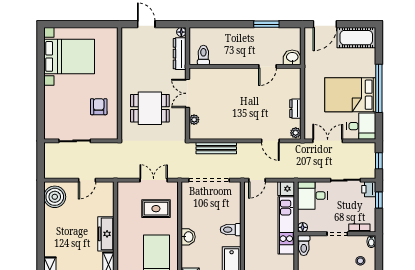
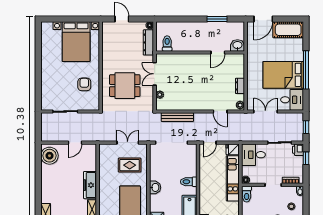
bed with nightstands: (69, 56) -> (76, 42), moved, turned 90

